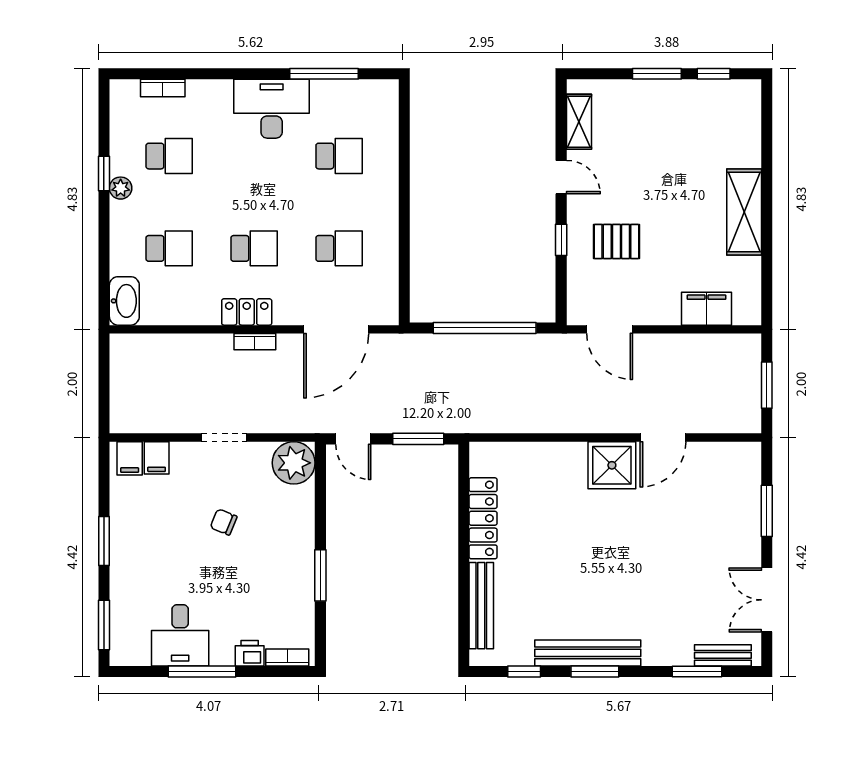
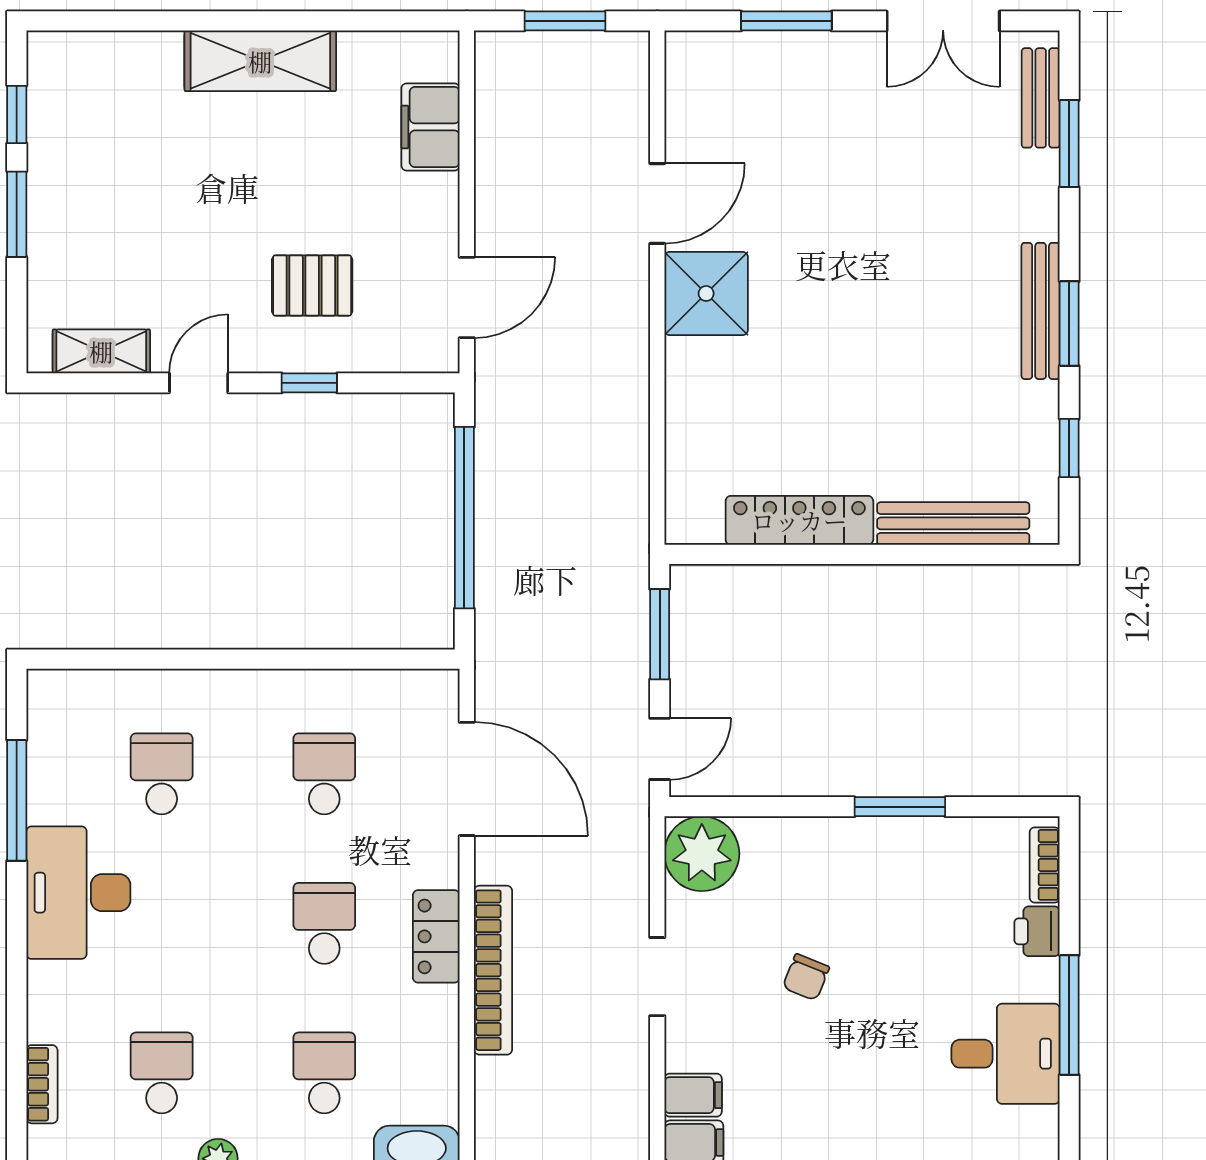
pallet: (616, 242) -> (312, 285), turned 90
bookcase: (255, 342) -> (493, 970), width x2.31, depth x1.31
door: (663, 438) -> (657, 204), hinge flipped
bench: (588, 653) -> (1041, 311), width x0.73, depth x0.82

